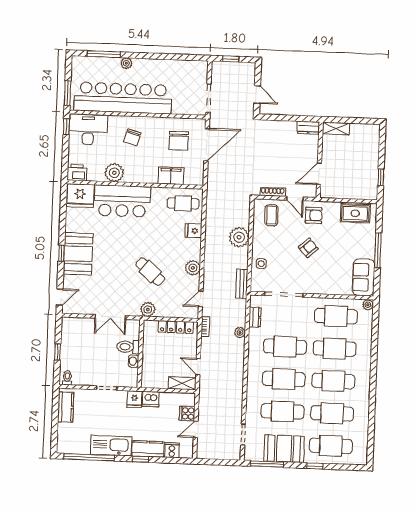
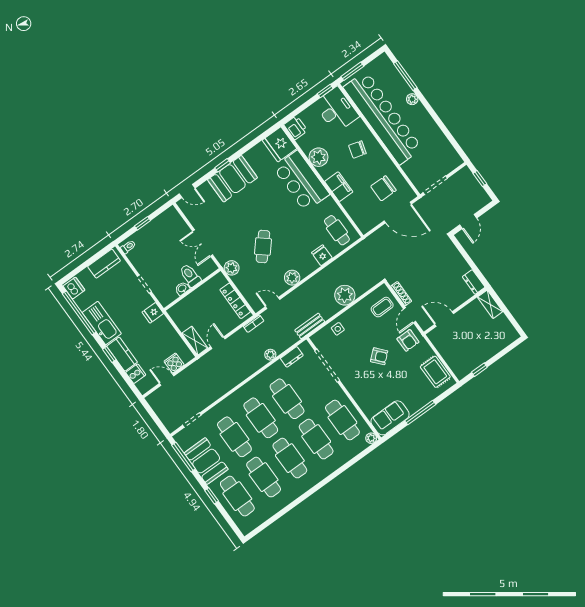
filing cabinet: (171, 176) -> (339, 187), moved
dishwasher: (151, 399) -> (74, 288), moved, turned 180

